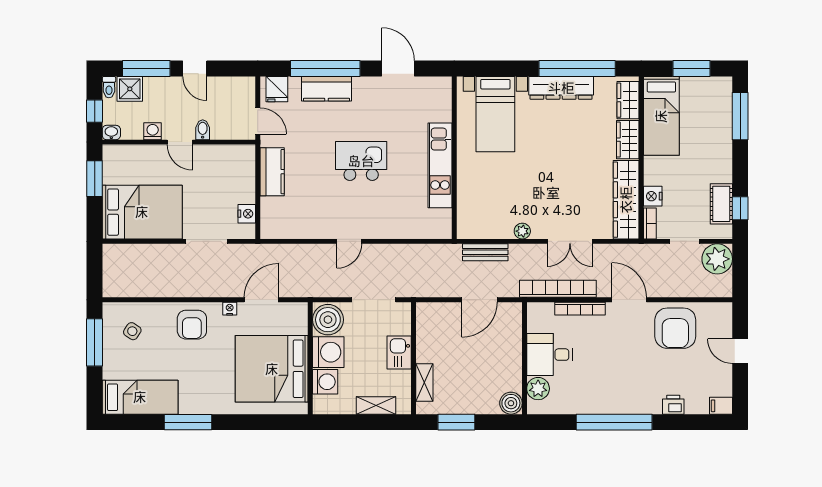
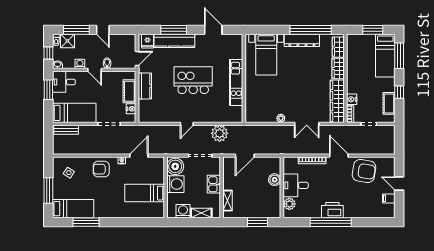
window: (325, 68) -> (174, 30), width x0.68
kitchen counter: (326, 89) -> (174, 41), width x1.50
bed: (661, 116) -> (385, 56), moved
door: (258, 121) -> (137, 58), hinge flipped
kitchen island: (361, 161) -> (193, 80), width x1.37, depth x1.28
desk: (123, 164) -> (64, 82), added
cot: (244, 181) -> (129, 91), added
window: (740, 208) -> (399, 92), moved
bed: (142, 212) -> (74, 113), width x0.67
bench: (485, 252) -> (66, 130), moved
plant: (717, 259) -> (220, 133), moved
bookcase: (558, 289) -> (300, 150), removed
door: (480, 300) -> (245, 156), moved
armchair: (192, 325) -> (101, 169), turned 90
armchair: (675, 328) -> (364, 171), turned -81
window: (95, 342) -> (48, 190), moved
bed: (272, 369) -> (145, 193), width x0.49
washing machine: (325, 382) -> (183, 211), moved, turned -90
boiler: (511, 403) -> (275, 180), moved
printer: (673, 405) -> (332, 210), moved, width x1.87, depth x1.48
filing cabinet: (721, 406) -> (389, 198), moved
window: (188, 422) -> (86, 222), moved
window: (456, 422) -> (257, 222), moved

